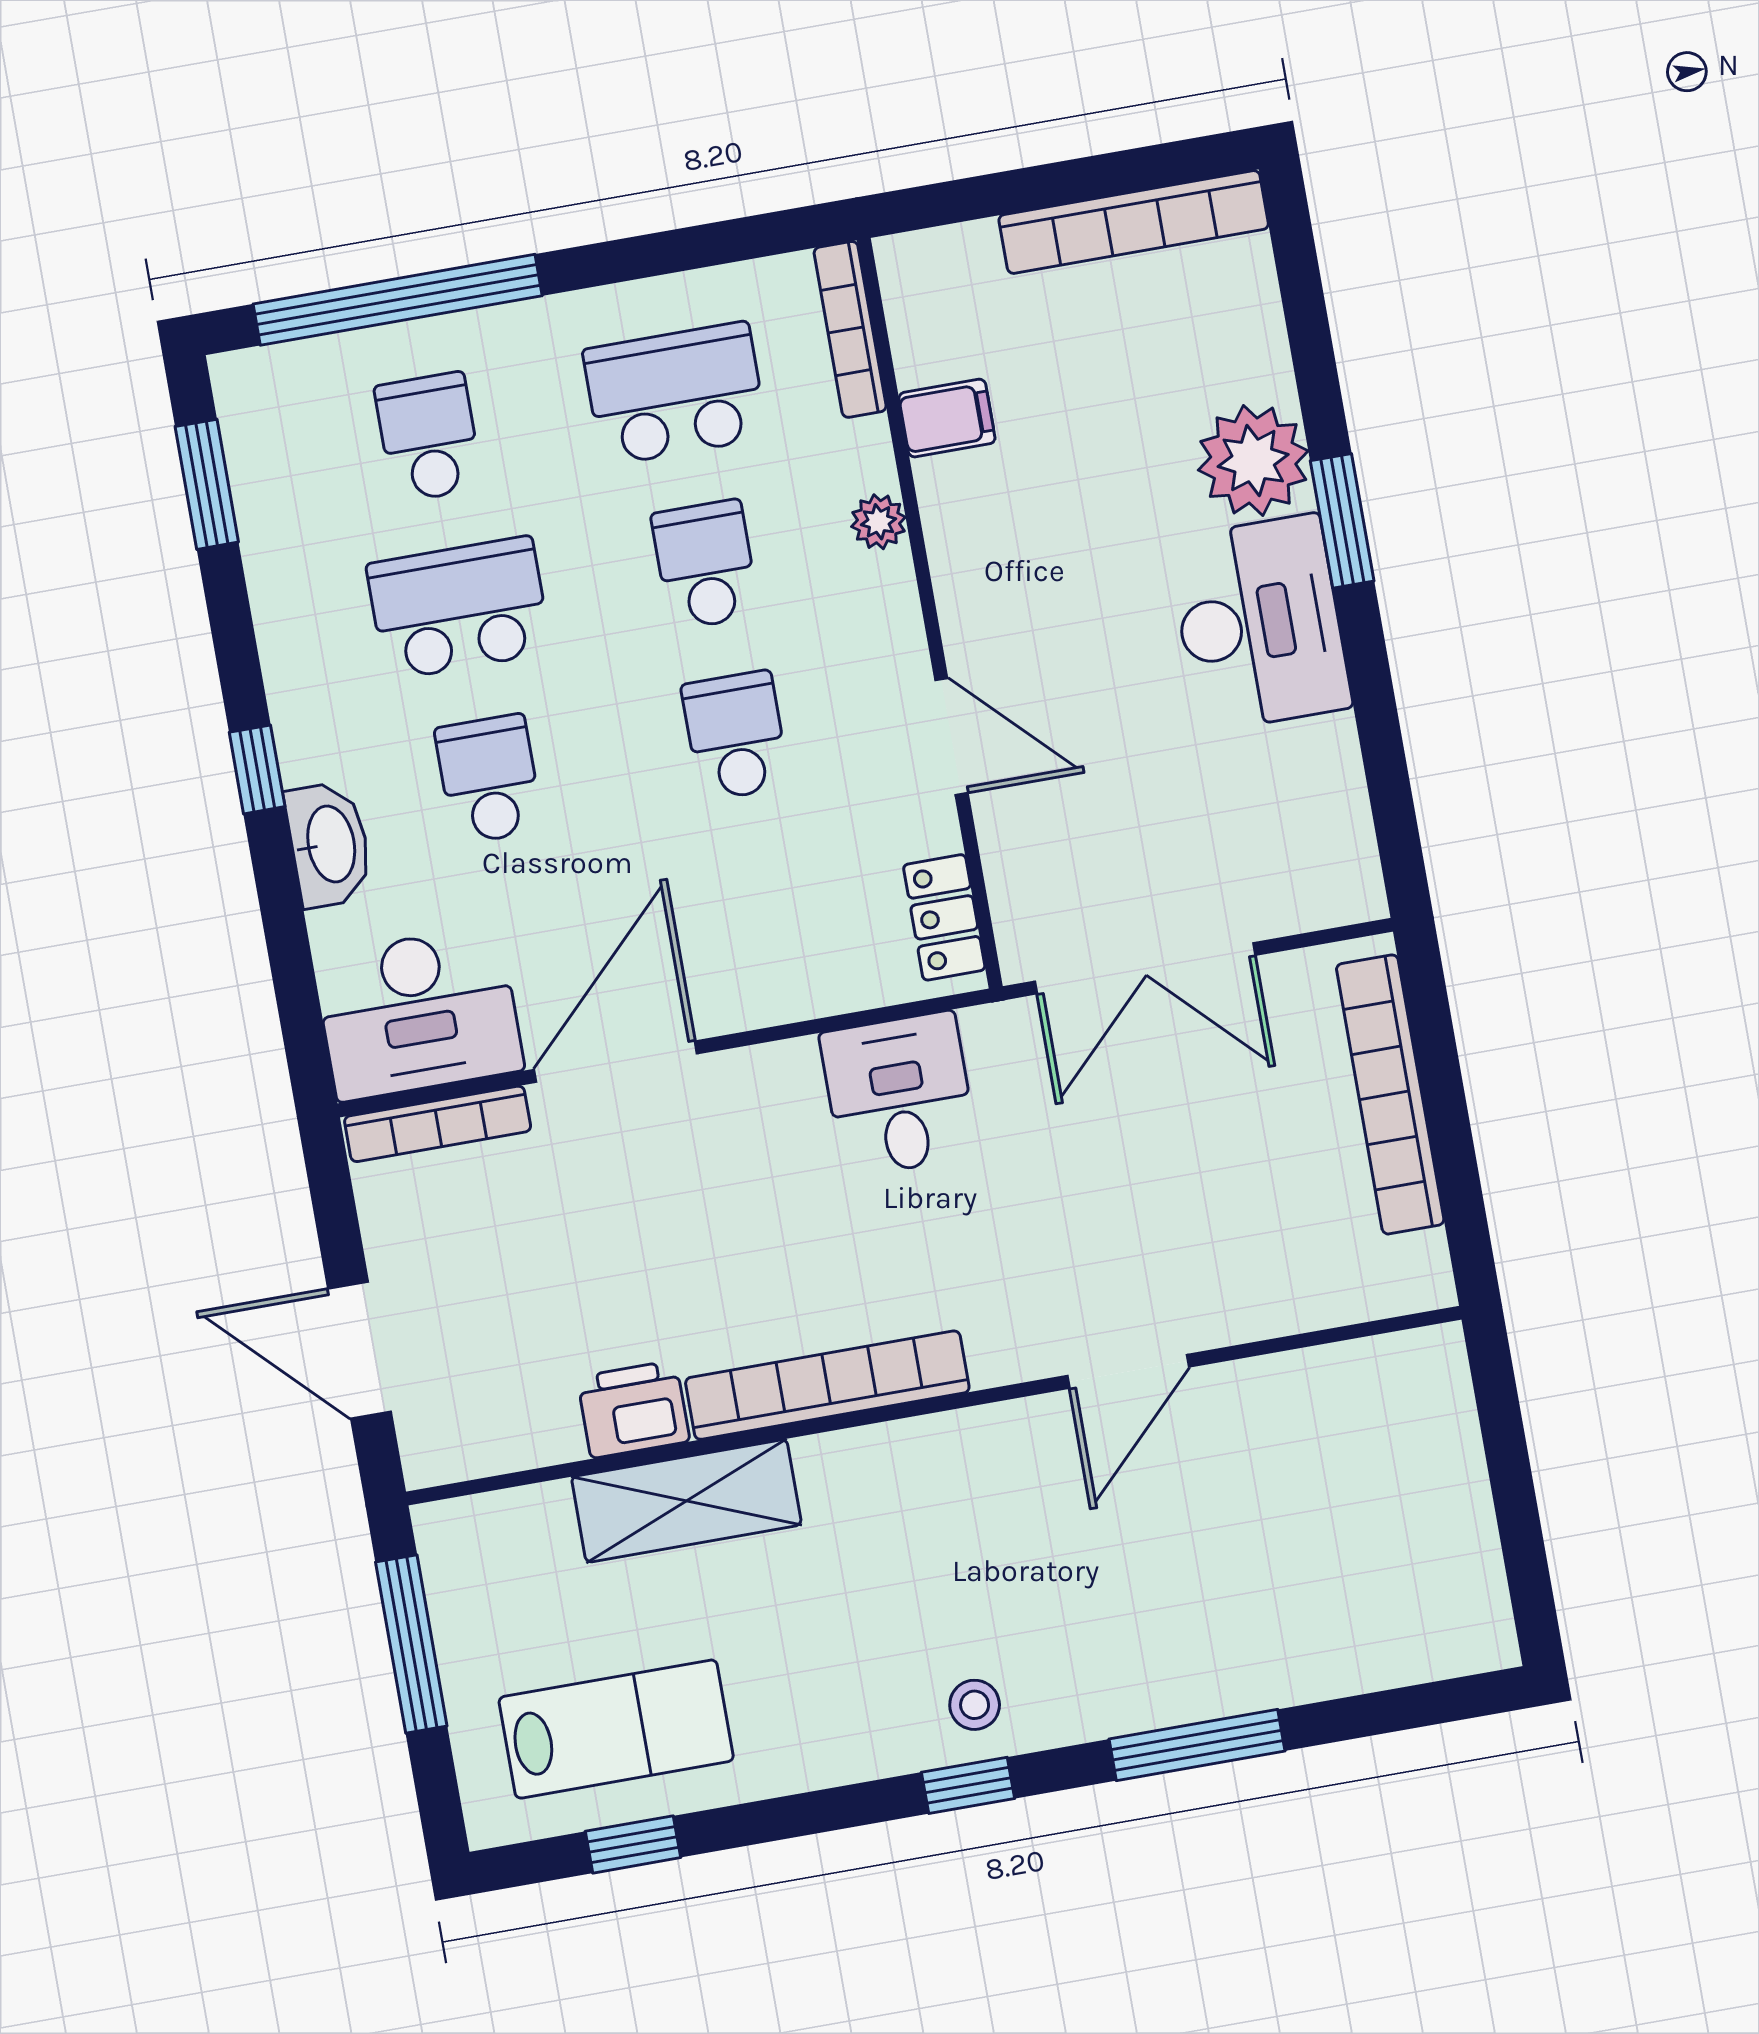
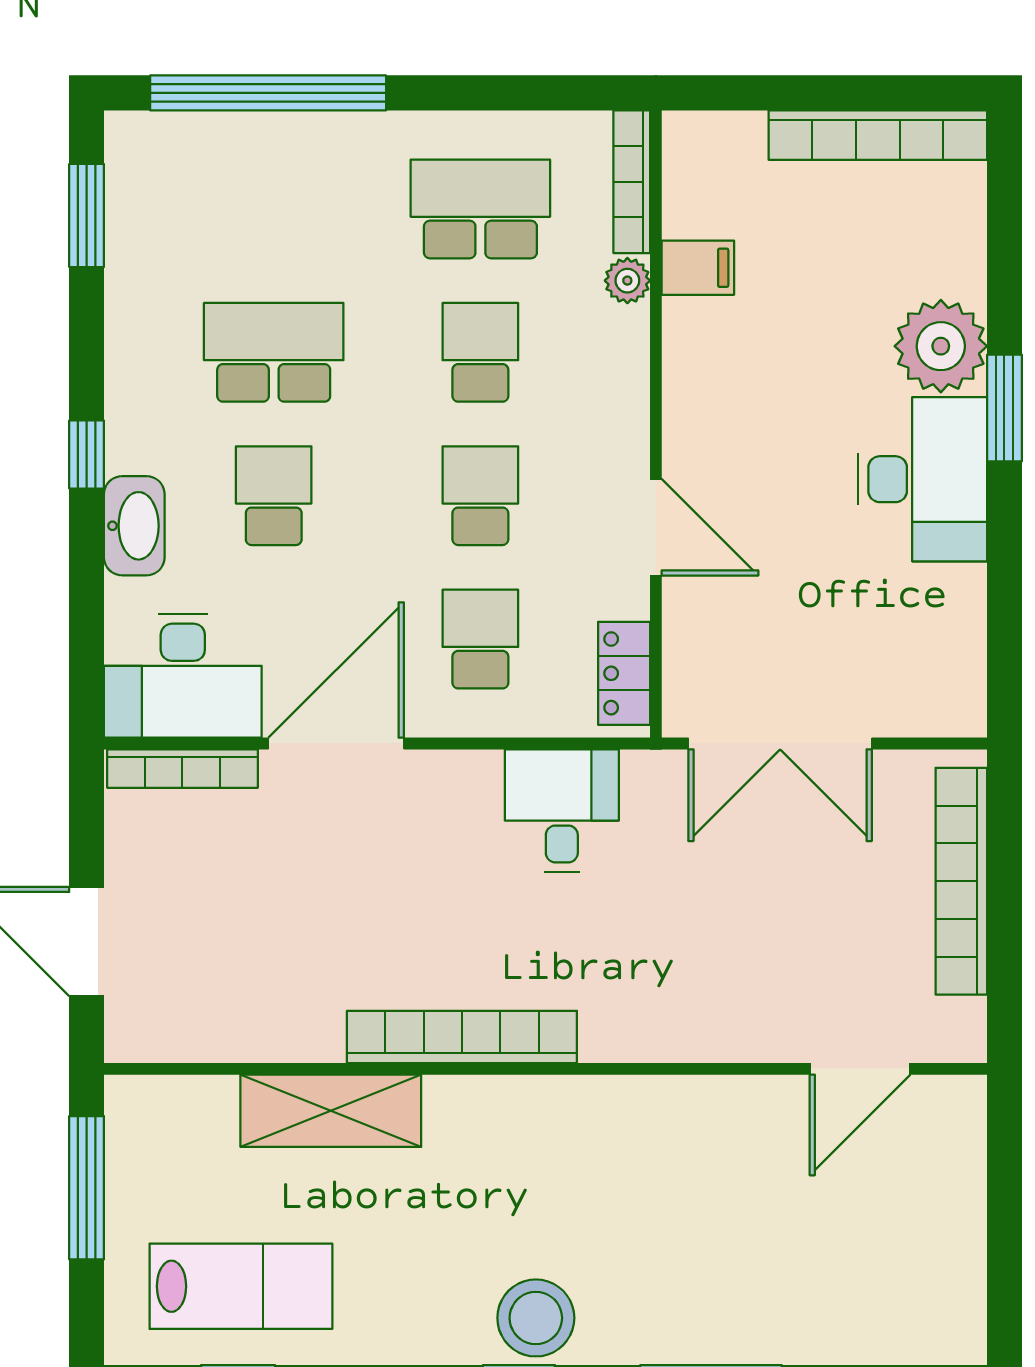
school desk: (429, 437) -> (480, 639), moved
plant: (879, 522) -> (627, 281), moved
door: (1128, 1371) -> (860, 1069), moved
printer: (633, 1409) -> (301, 1029), removed
stool: (975, 1705) -> (536, 1318), width x1.89, depth x1.89

